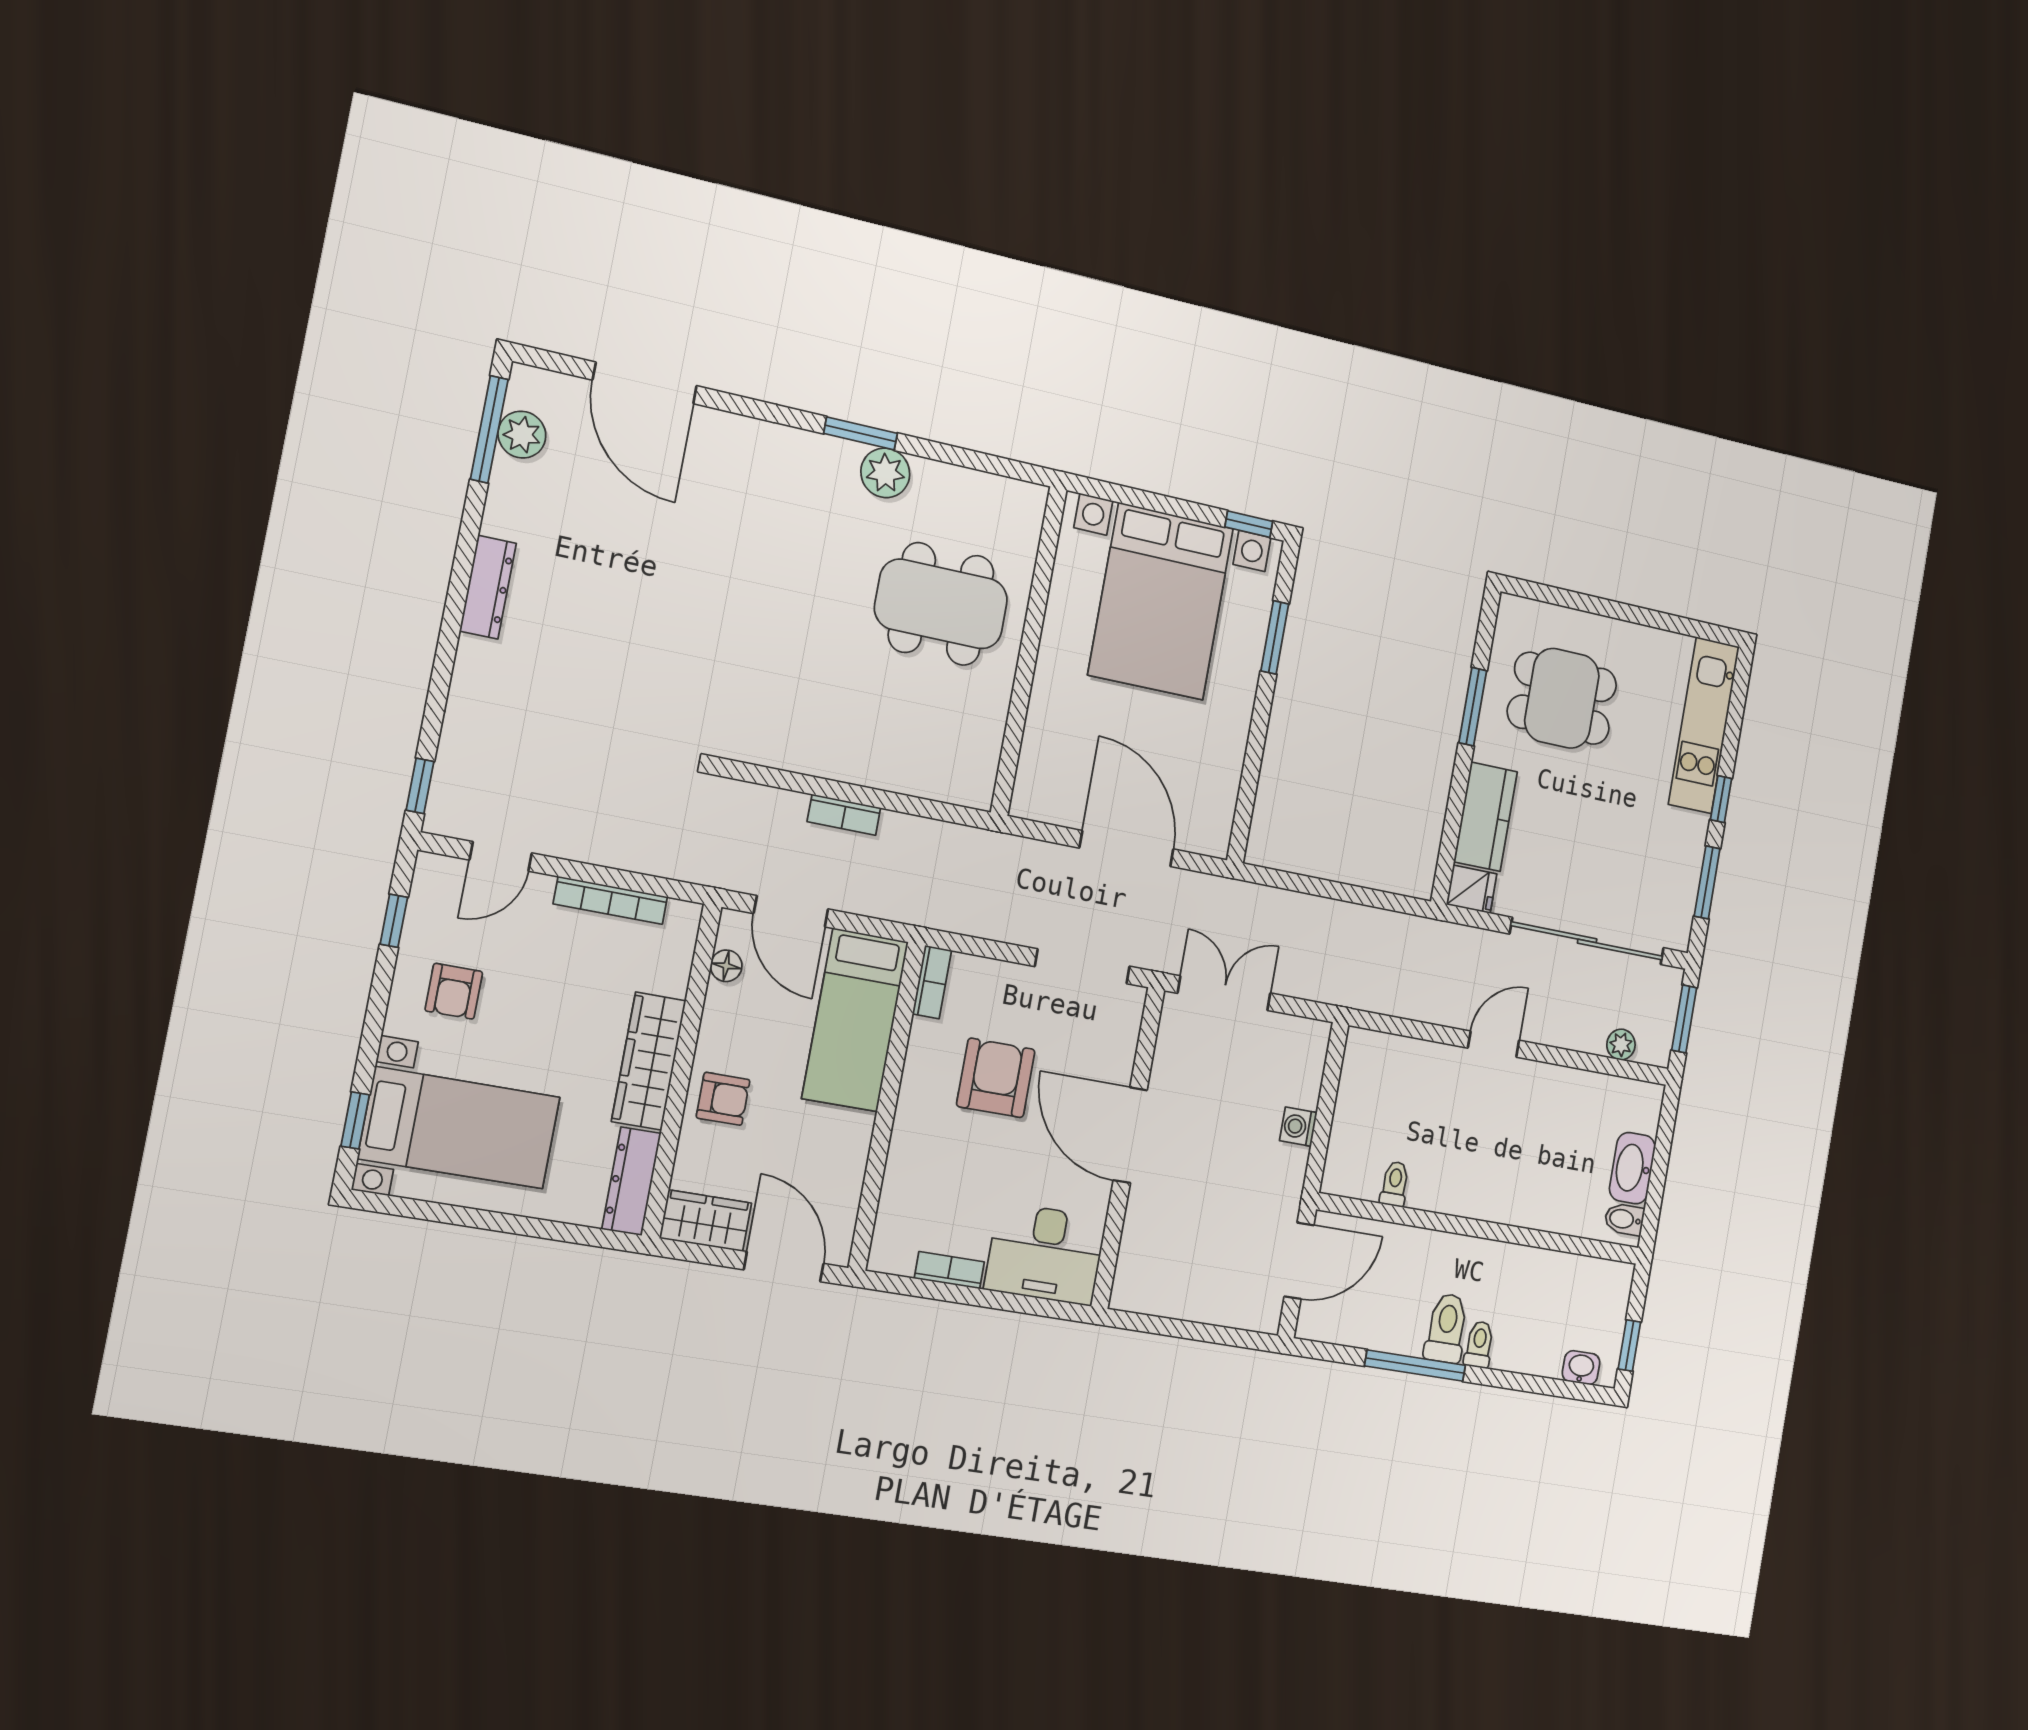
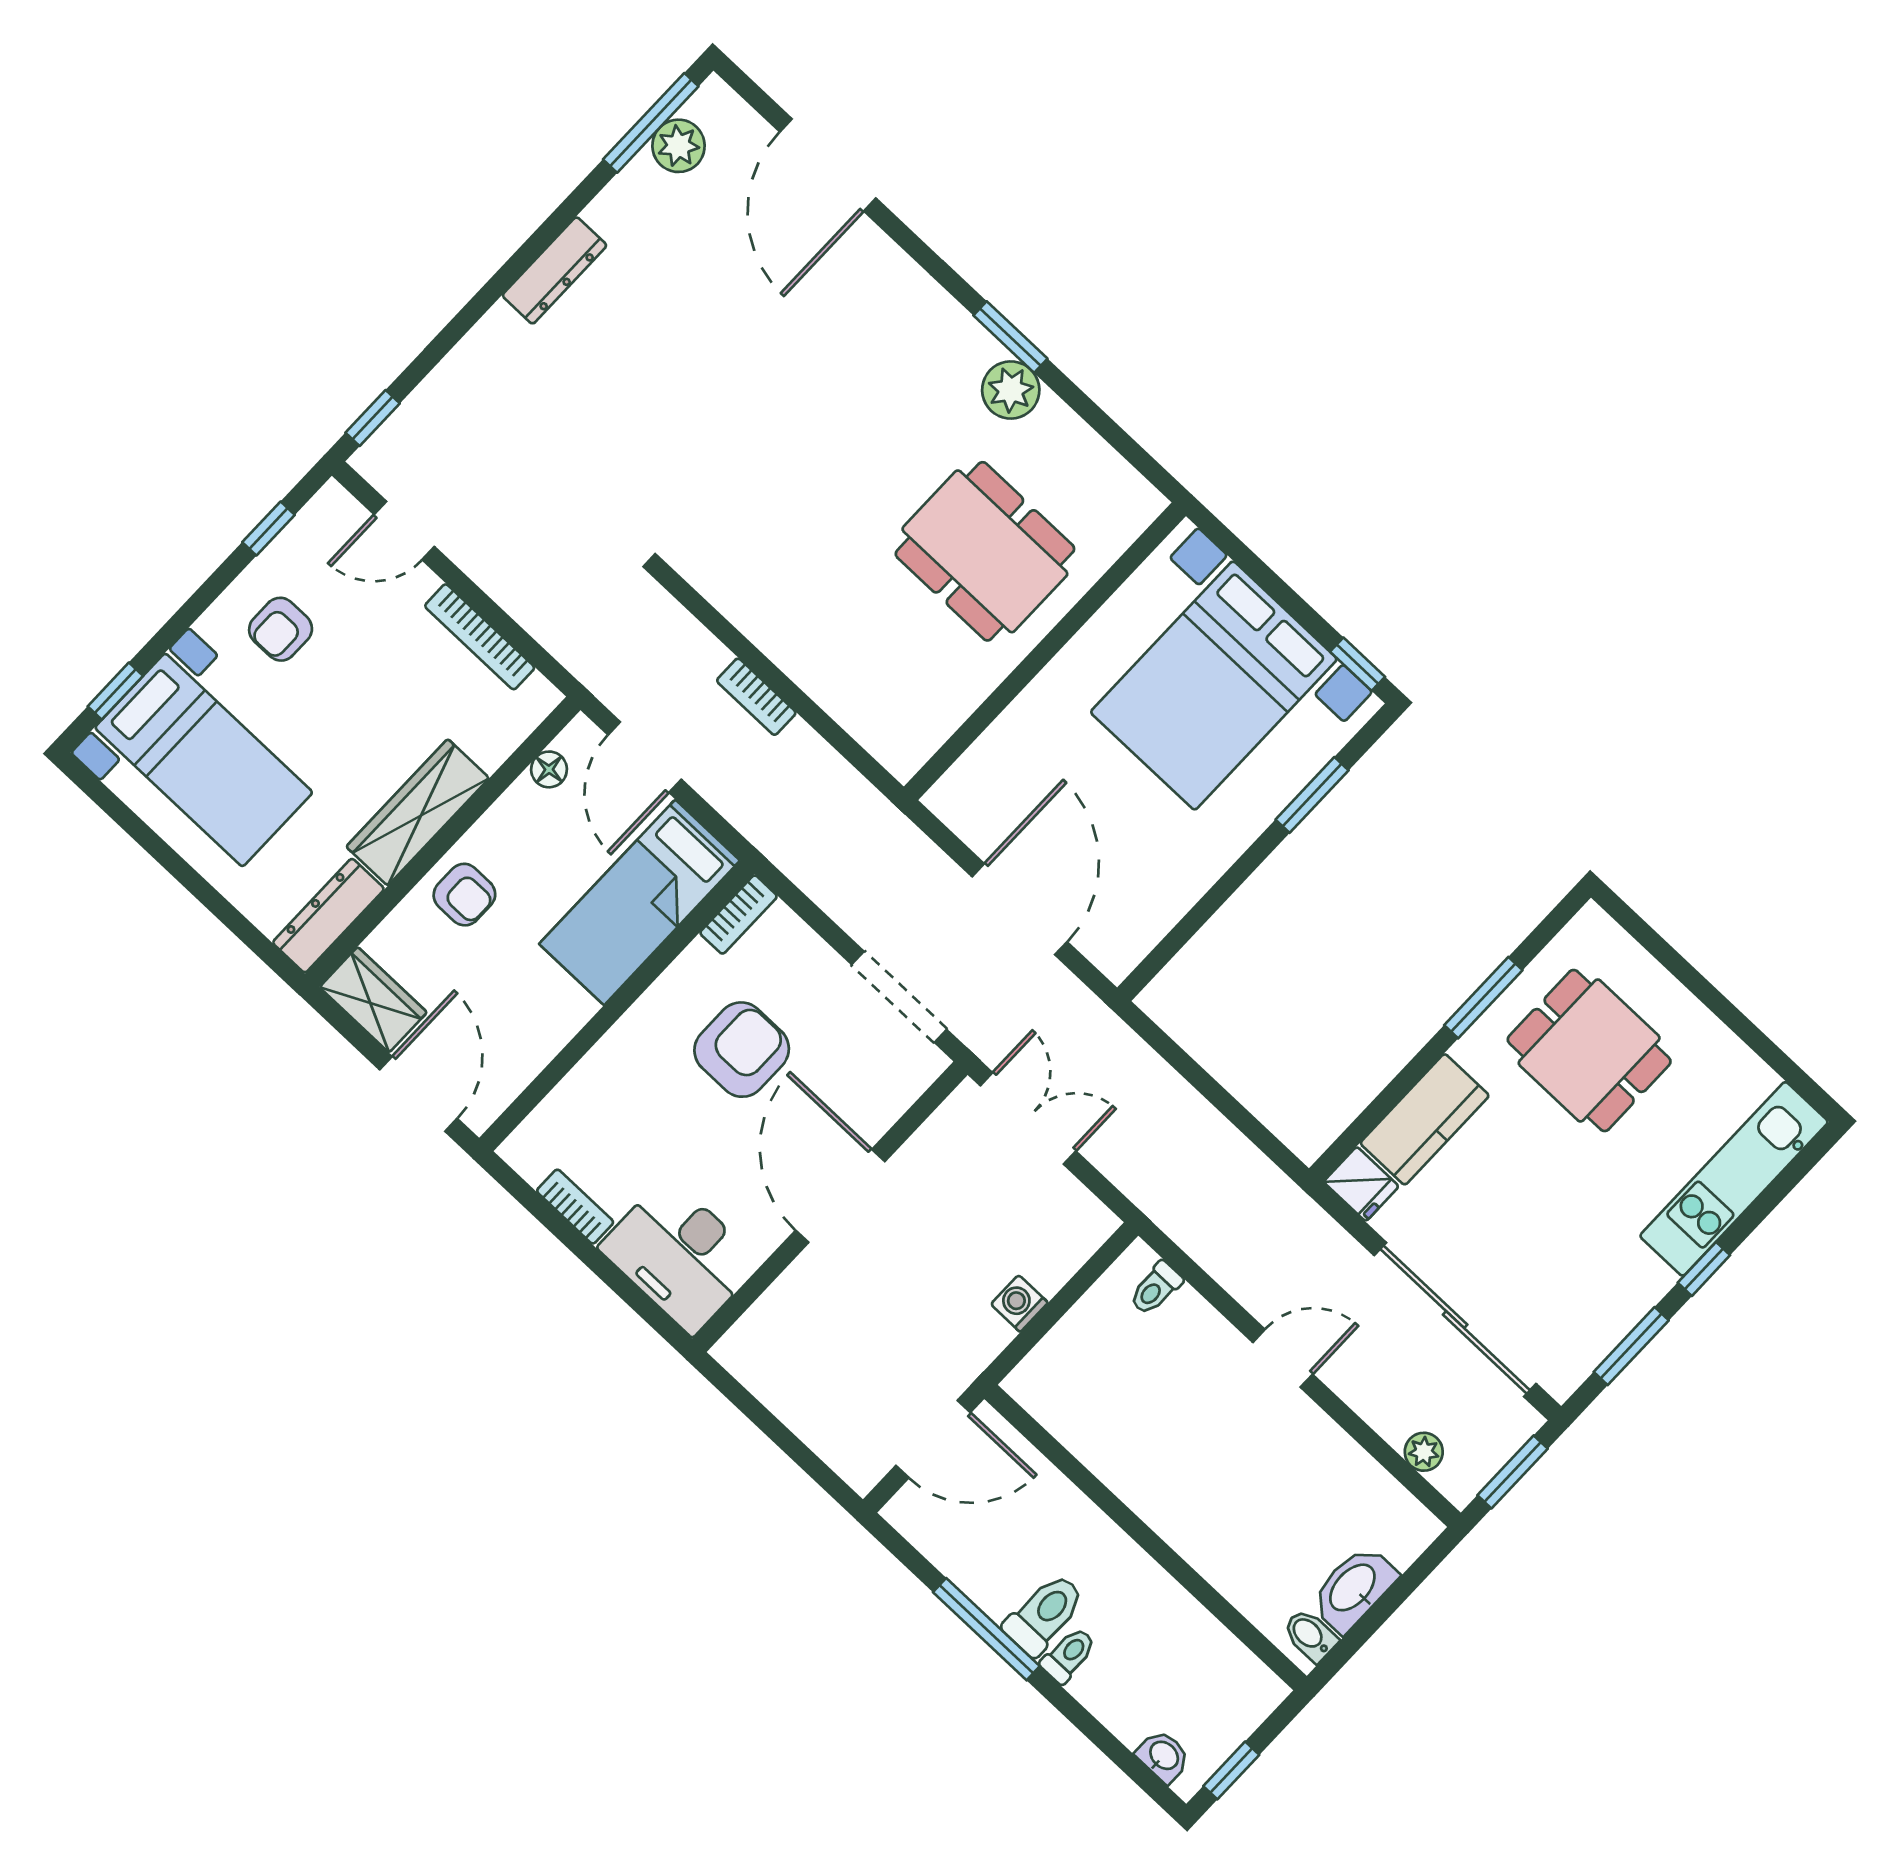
toilet: (1395, 1184) -> (1156, 1288), moved, turned 180

